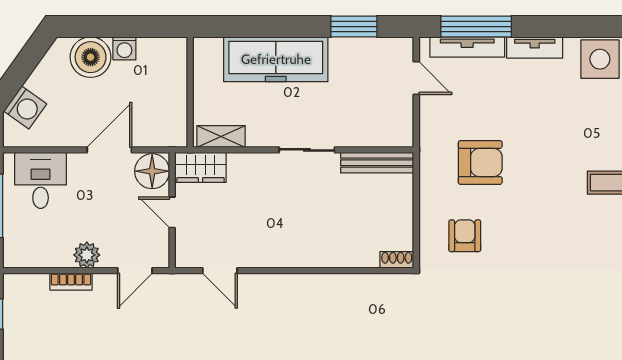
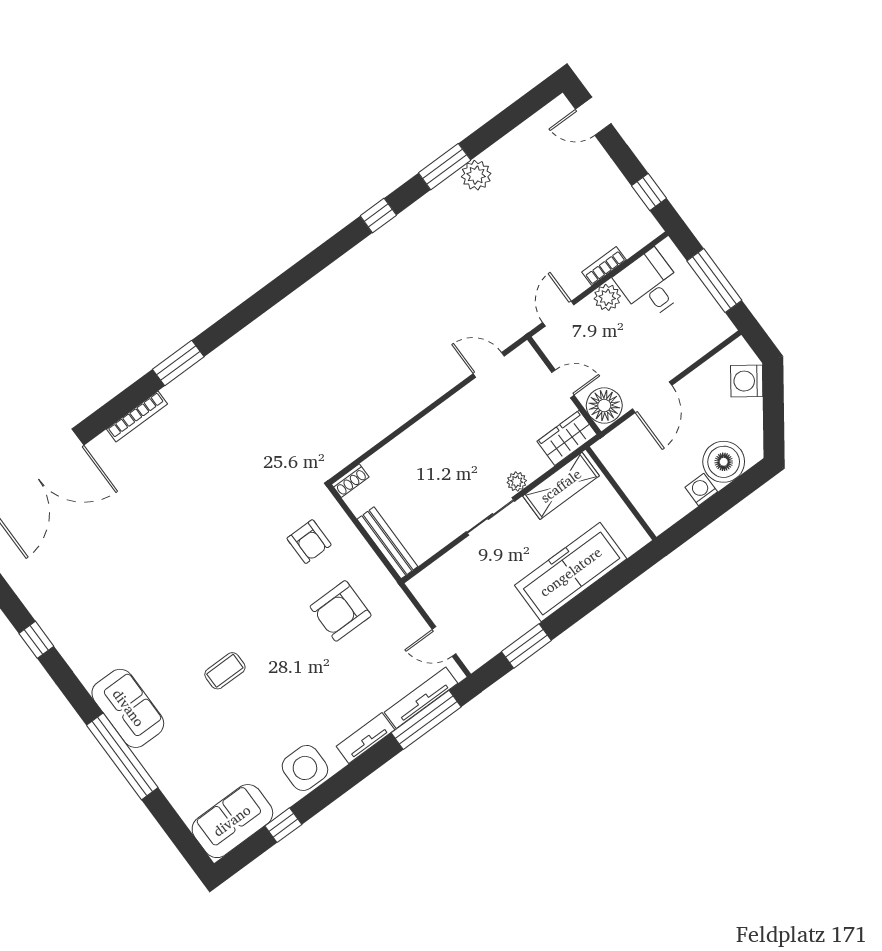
shelving: (221, 136) -> (561, 486), width x1.50, depth x1.33
plant: (266, 162) -> (517, 482), added
bench: (377, 163) -> (387, 543), moved, turned 90
desk: (41, 180) -> (650, 285), moved, turned 180

